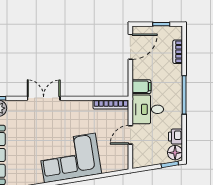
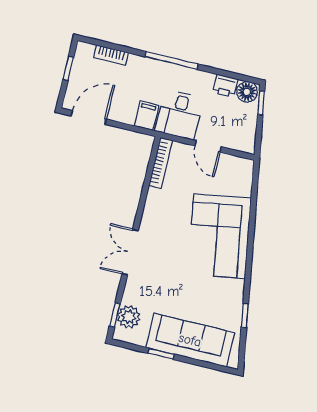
door: (130, 47) -> (89, 117), hinge flipped

